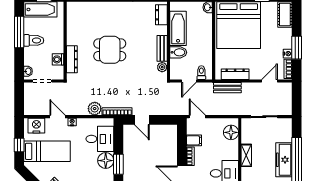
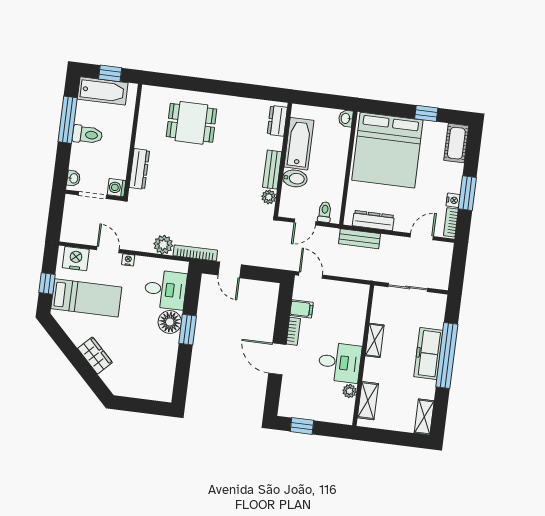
dining table: (110, 50) -> (191, 123), moved
washing machine: (58, 59) -> (117, 188), moved
floor lamp: (231, 132) -> (357, 304), removed

